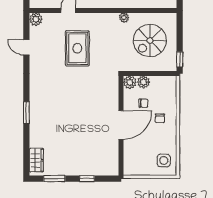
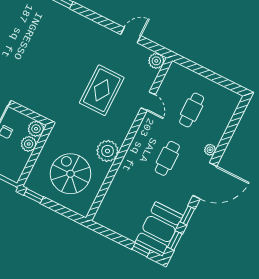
plant: (124, 18) -> (107, 151), width x1.88, depth x1.88
rug: (77, 48) -> (102, 90), turned 90

